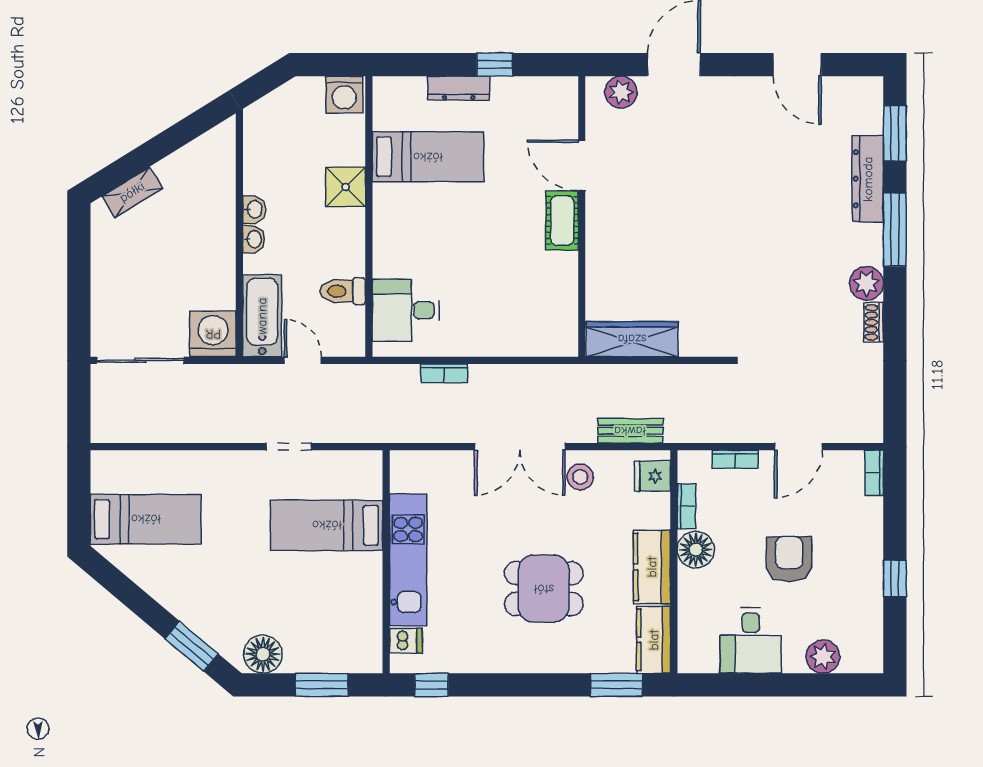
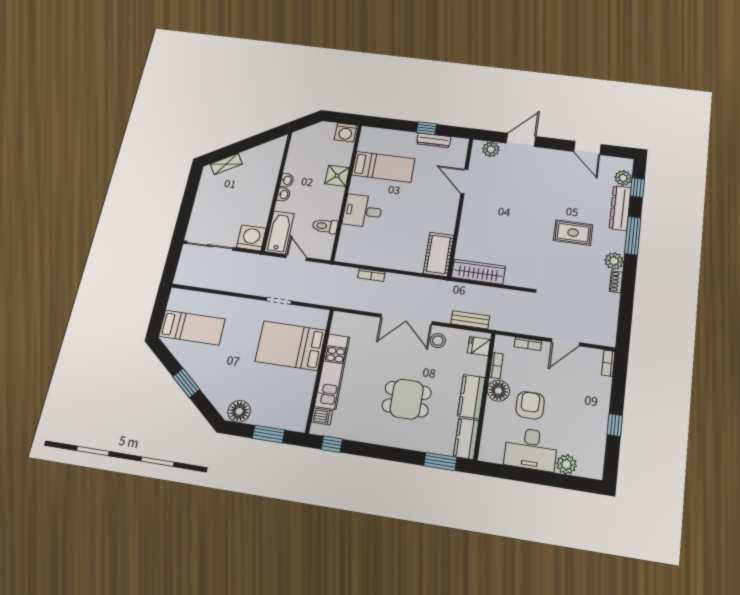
dresser: (459, 88) -> (434, 140), moved
plant: (868, 117) -> (623, 178), added
window: (895, 133) -> (637, 188), width x0.67
cot: (562, 220) -> (438, 254), moved, width x1.37, depth x1.34
rug: (789, 239) -> (573, 233), added
desk: (406, 310) -> (363, 211), moved
bed: (327, 525) -> (290, 346), width x1.50
armchair: (789, 559) -> (530, 405), moved
desk: (751, 641) -> (531, 449), width x1.37
window: (192, 646) -> (186, 383), moved

